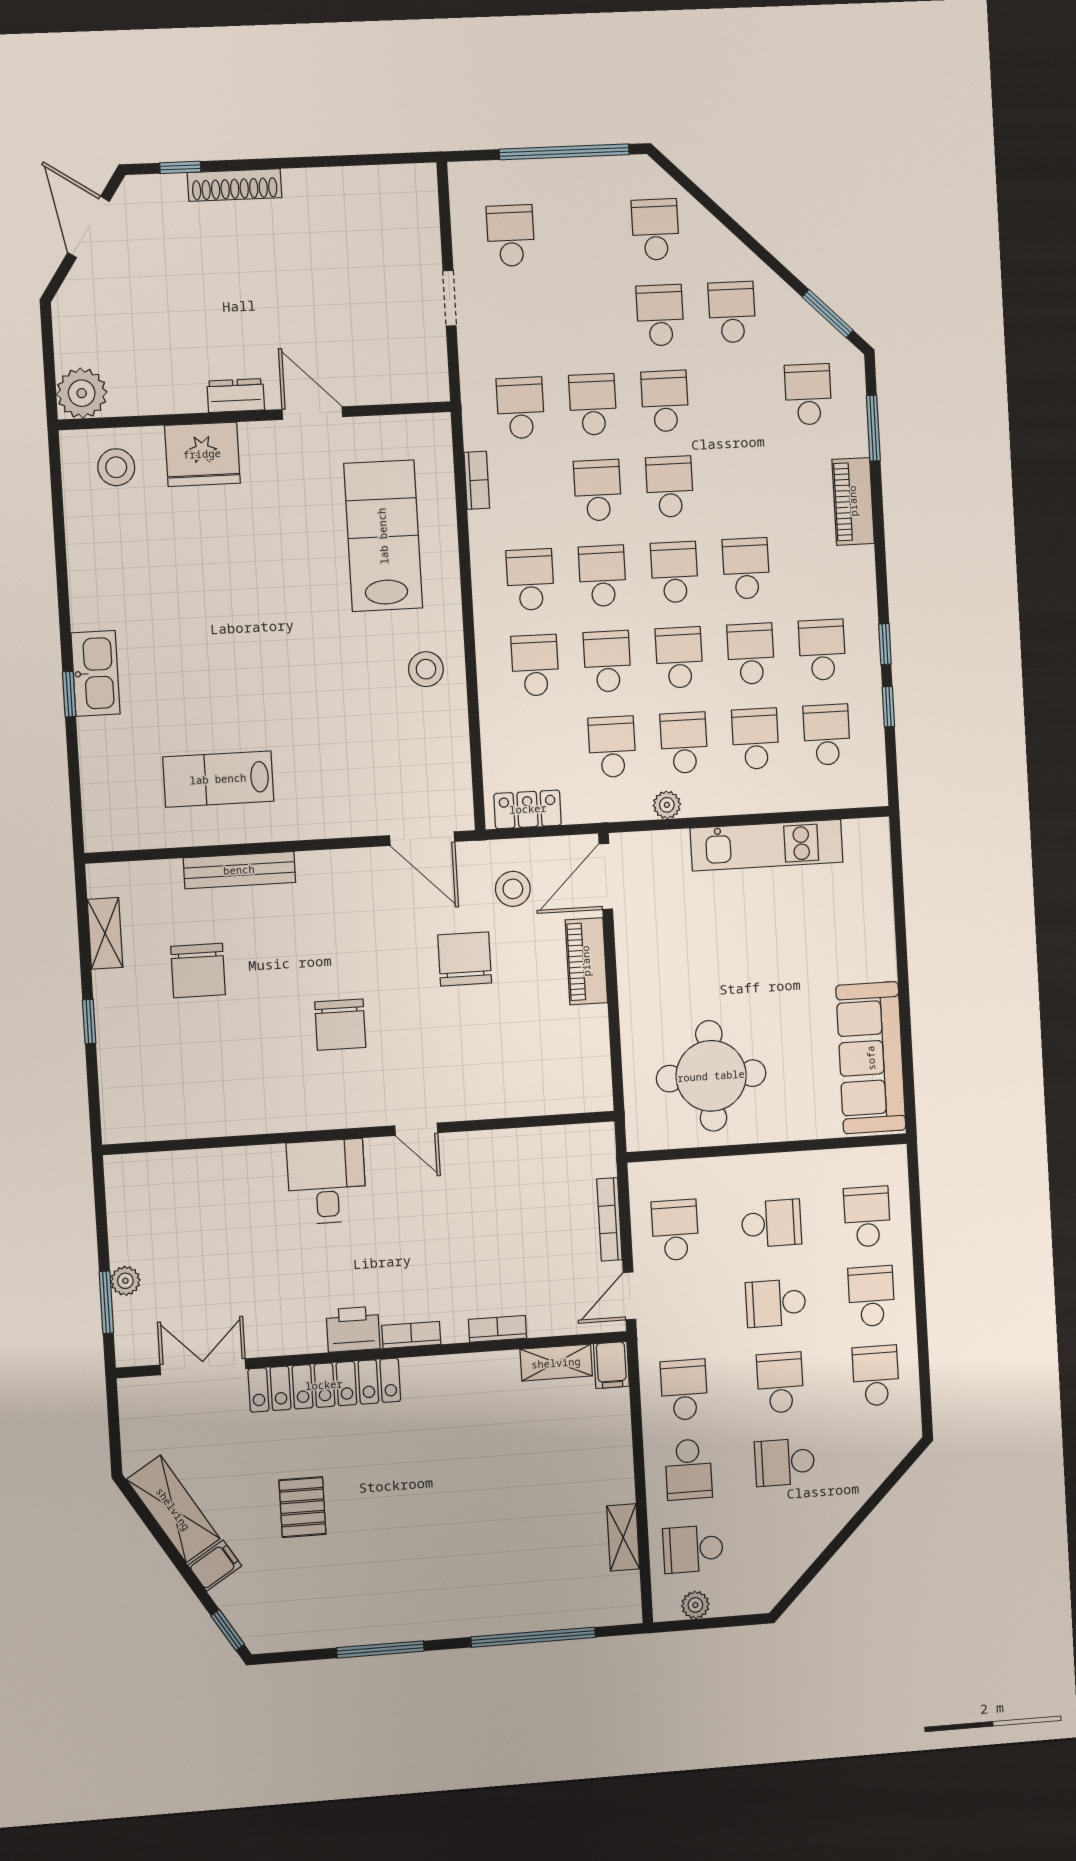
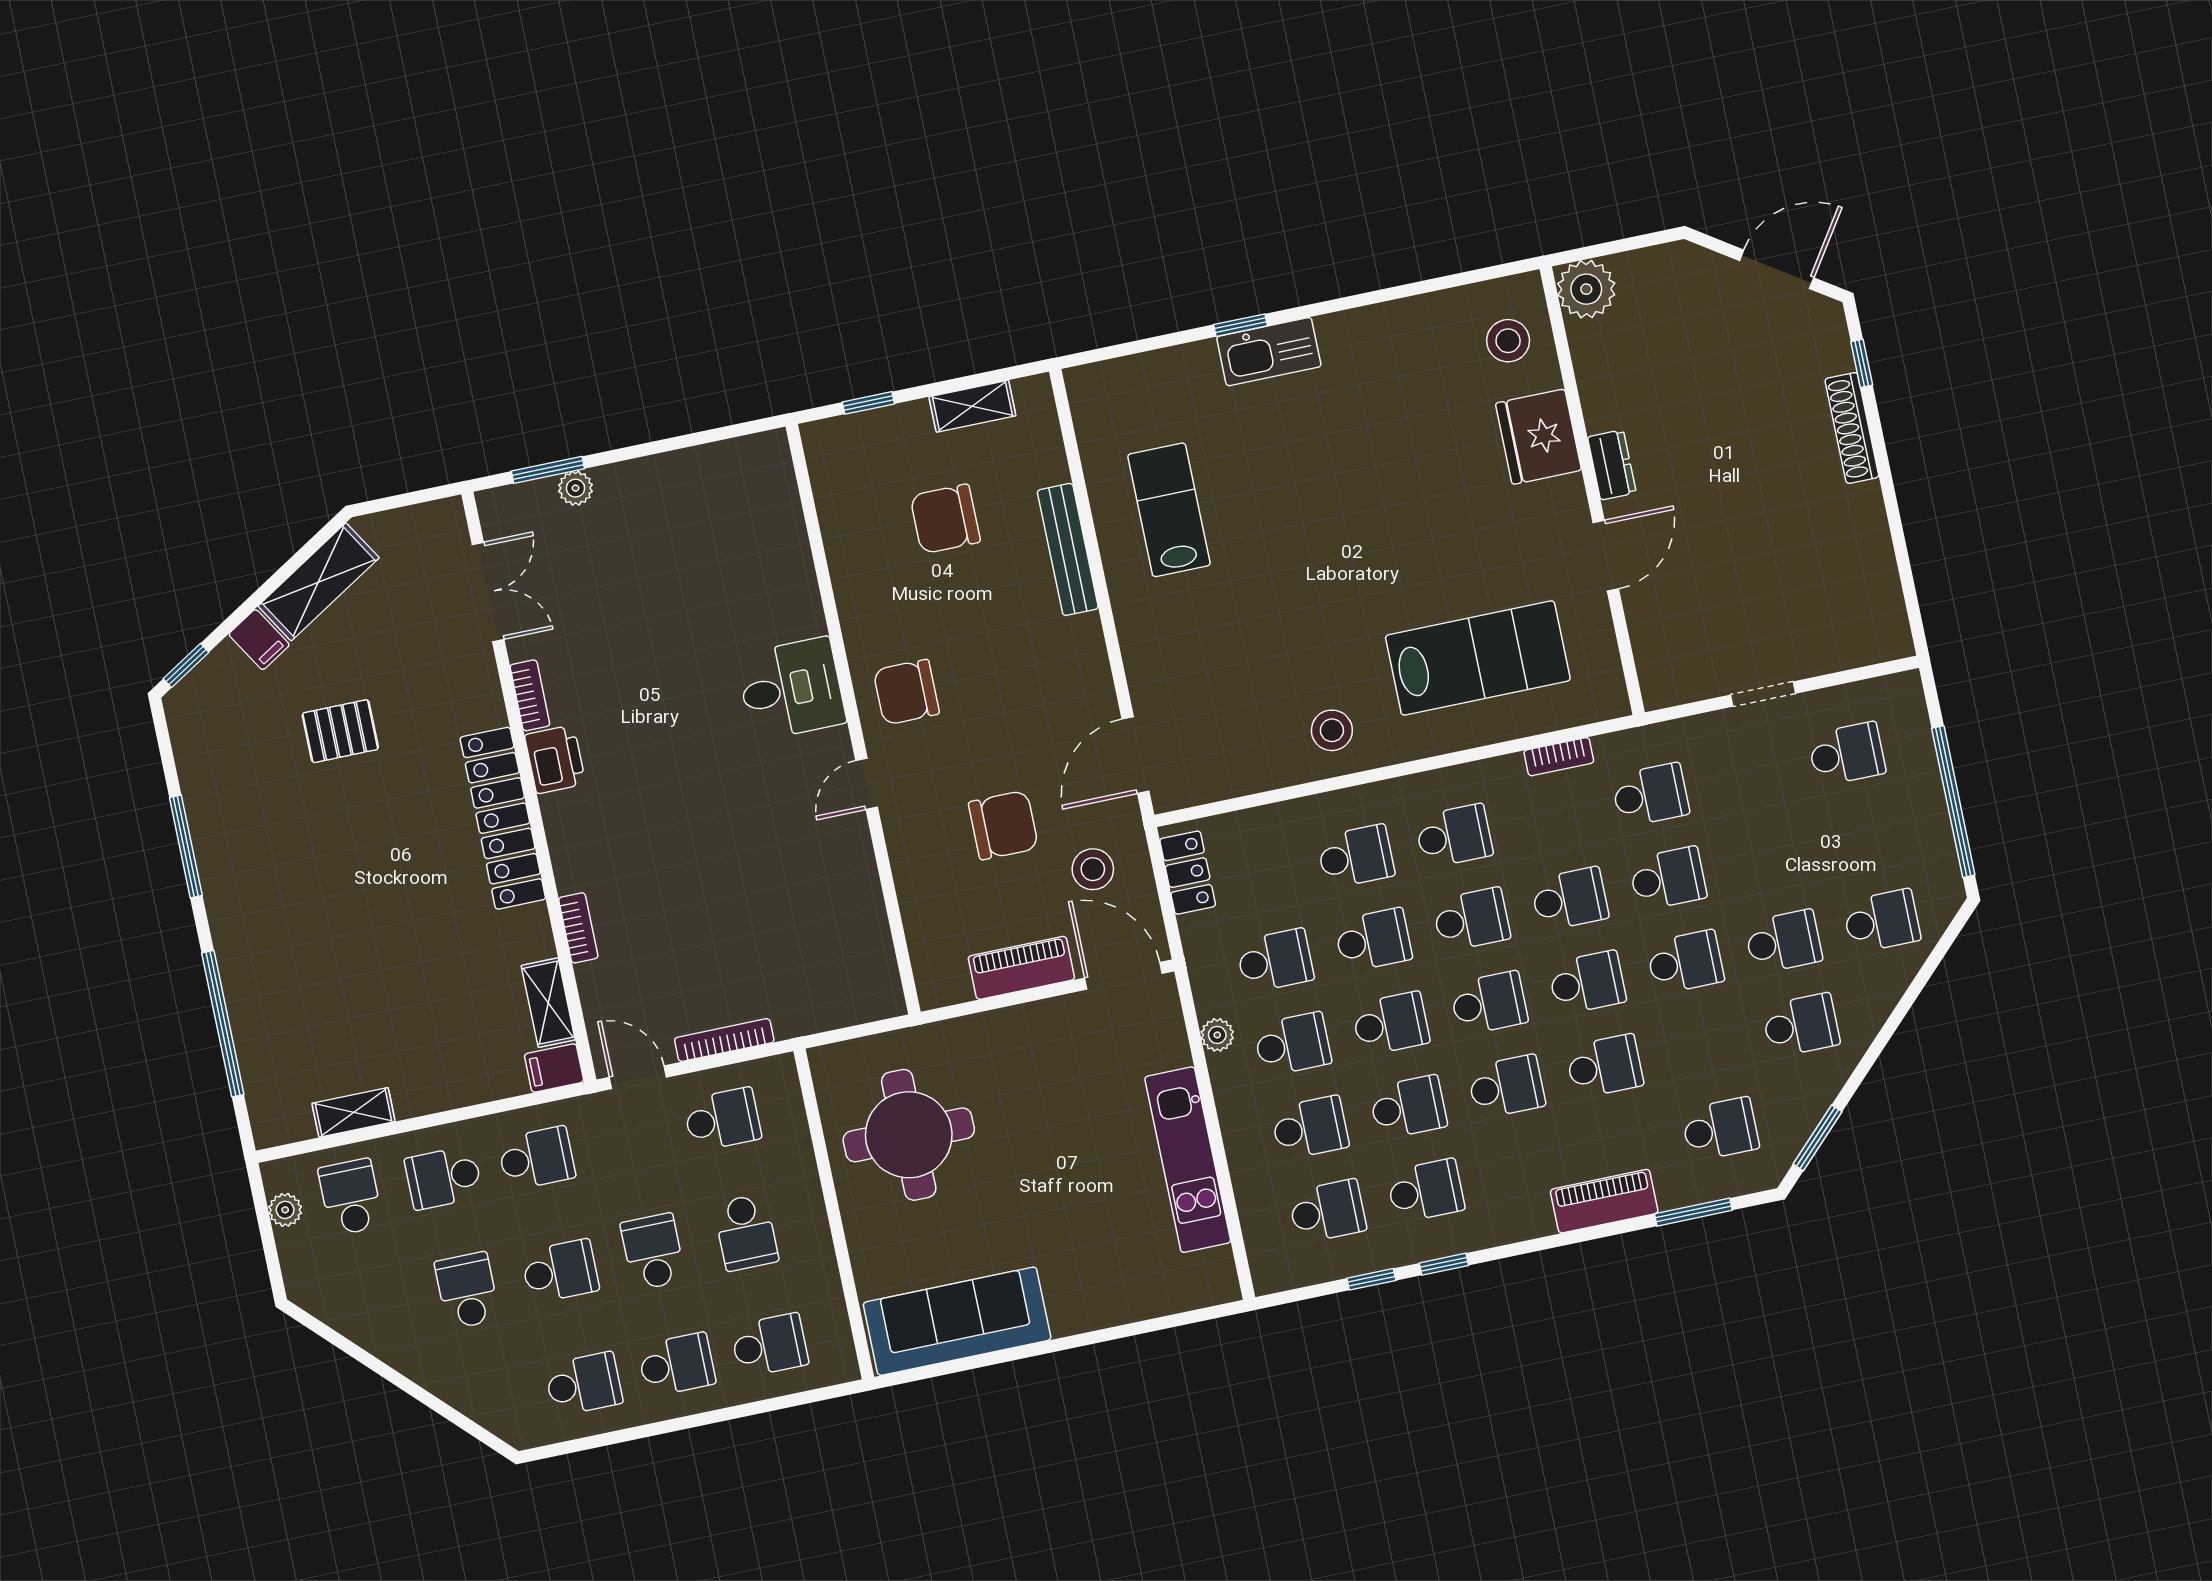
school desk: (741, 483) -> (1605, 1066), added
door: (416, 1129) -> (867, 784), moved
wall: (360, 1133) -> (853, 719), moved
desk: (327, 1182) -> (791, 689), moved
bookcase: (411, 1335) -> (530, 695), moved
locker: (324, 1385) -> (503, 818), moved

